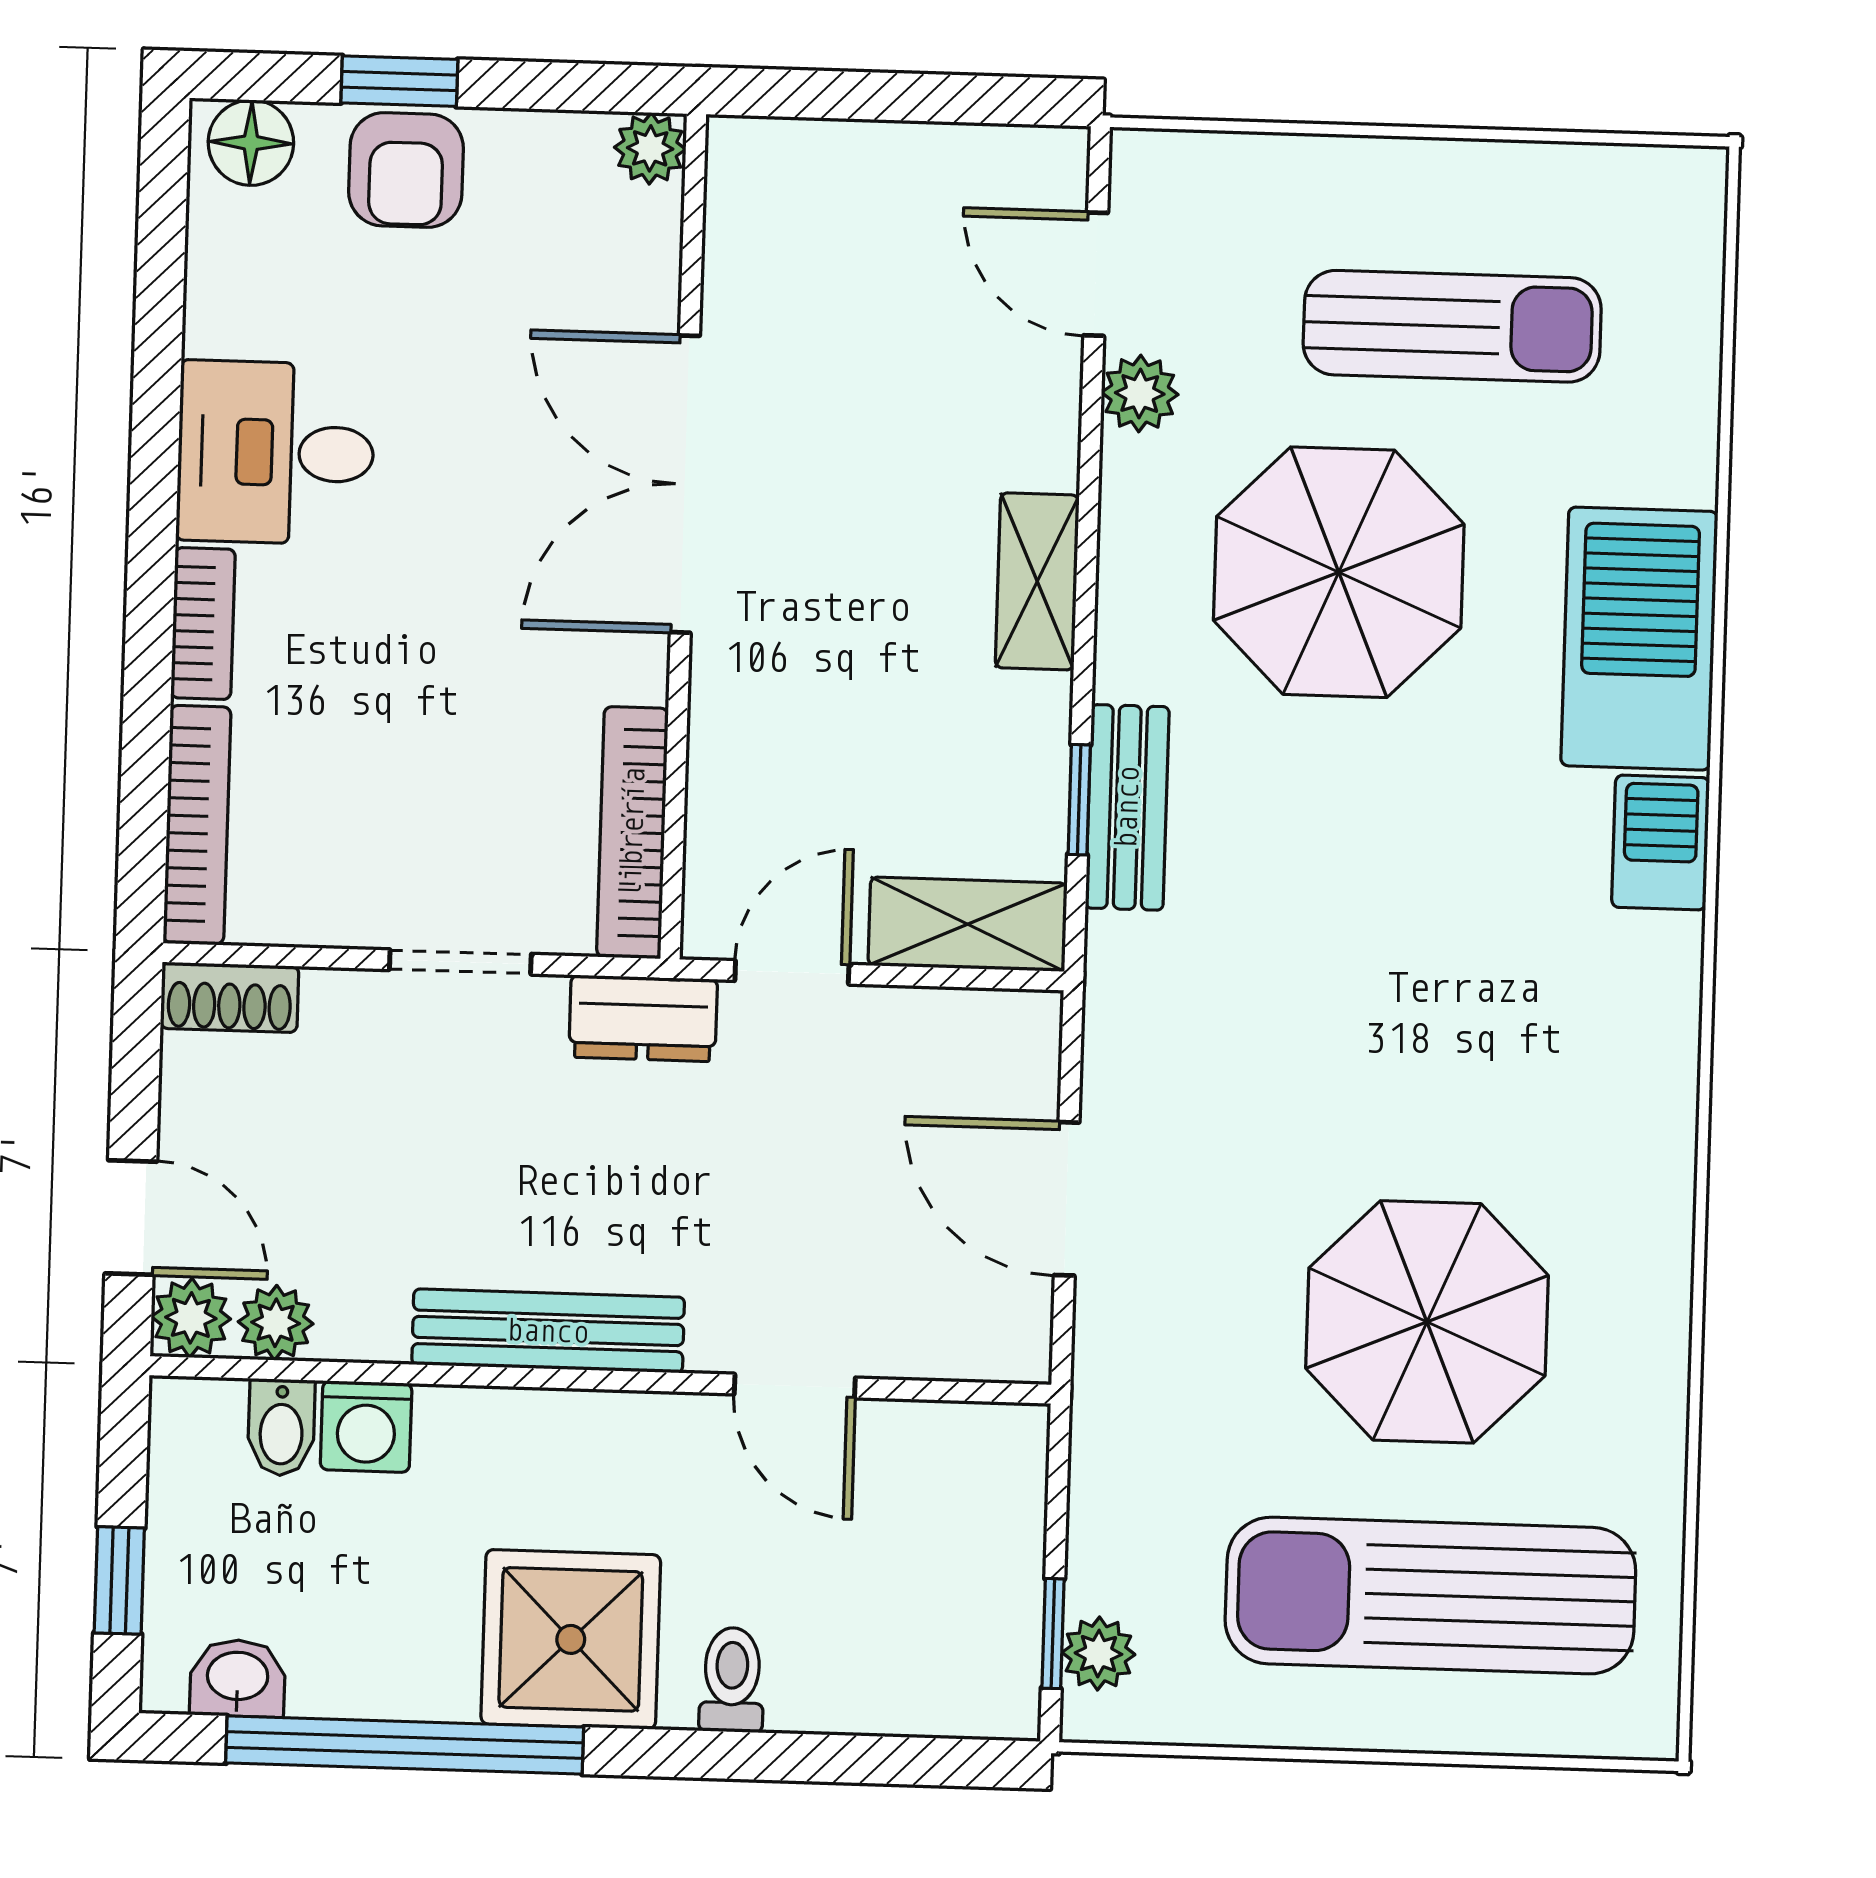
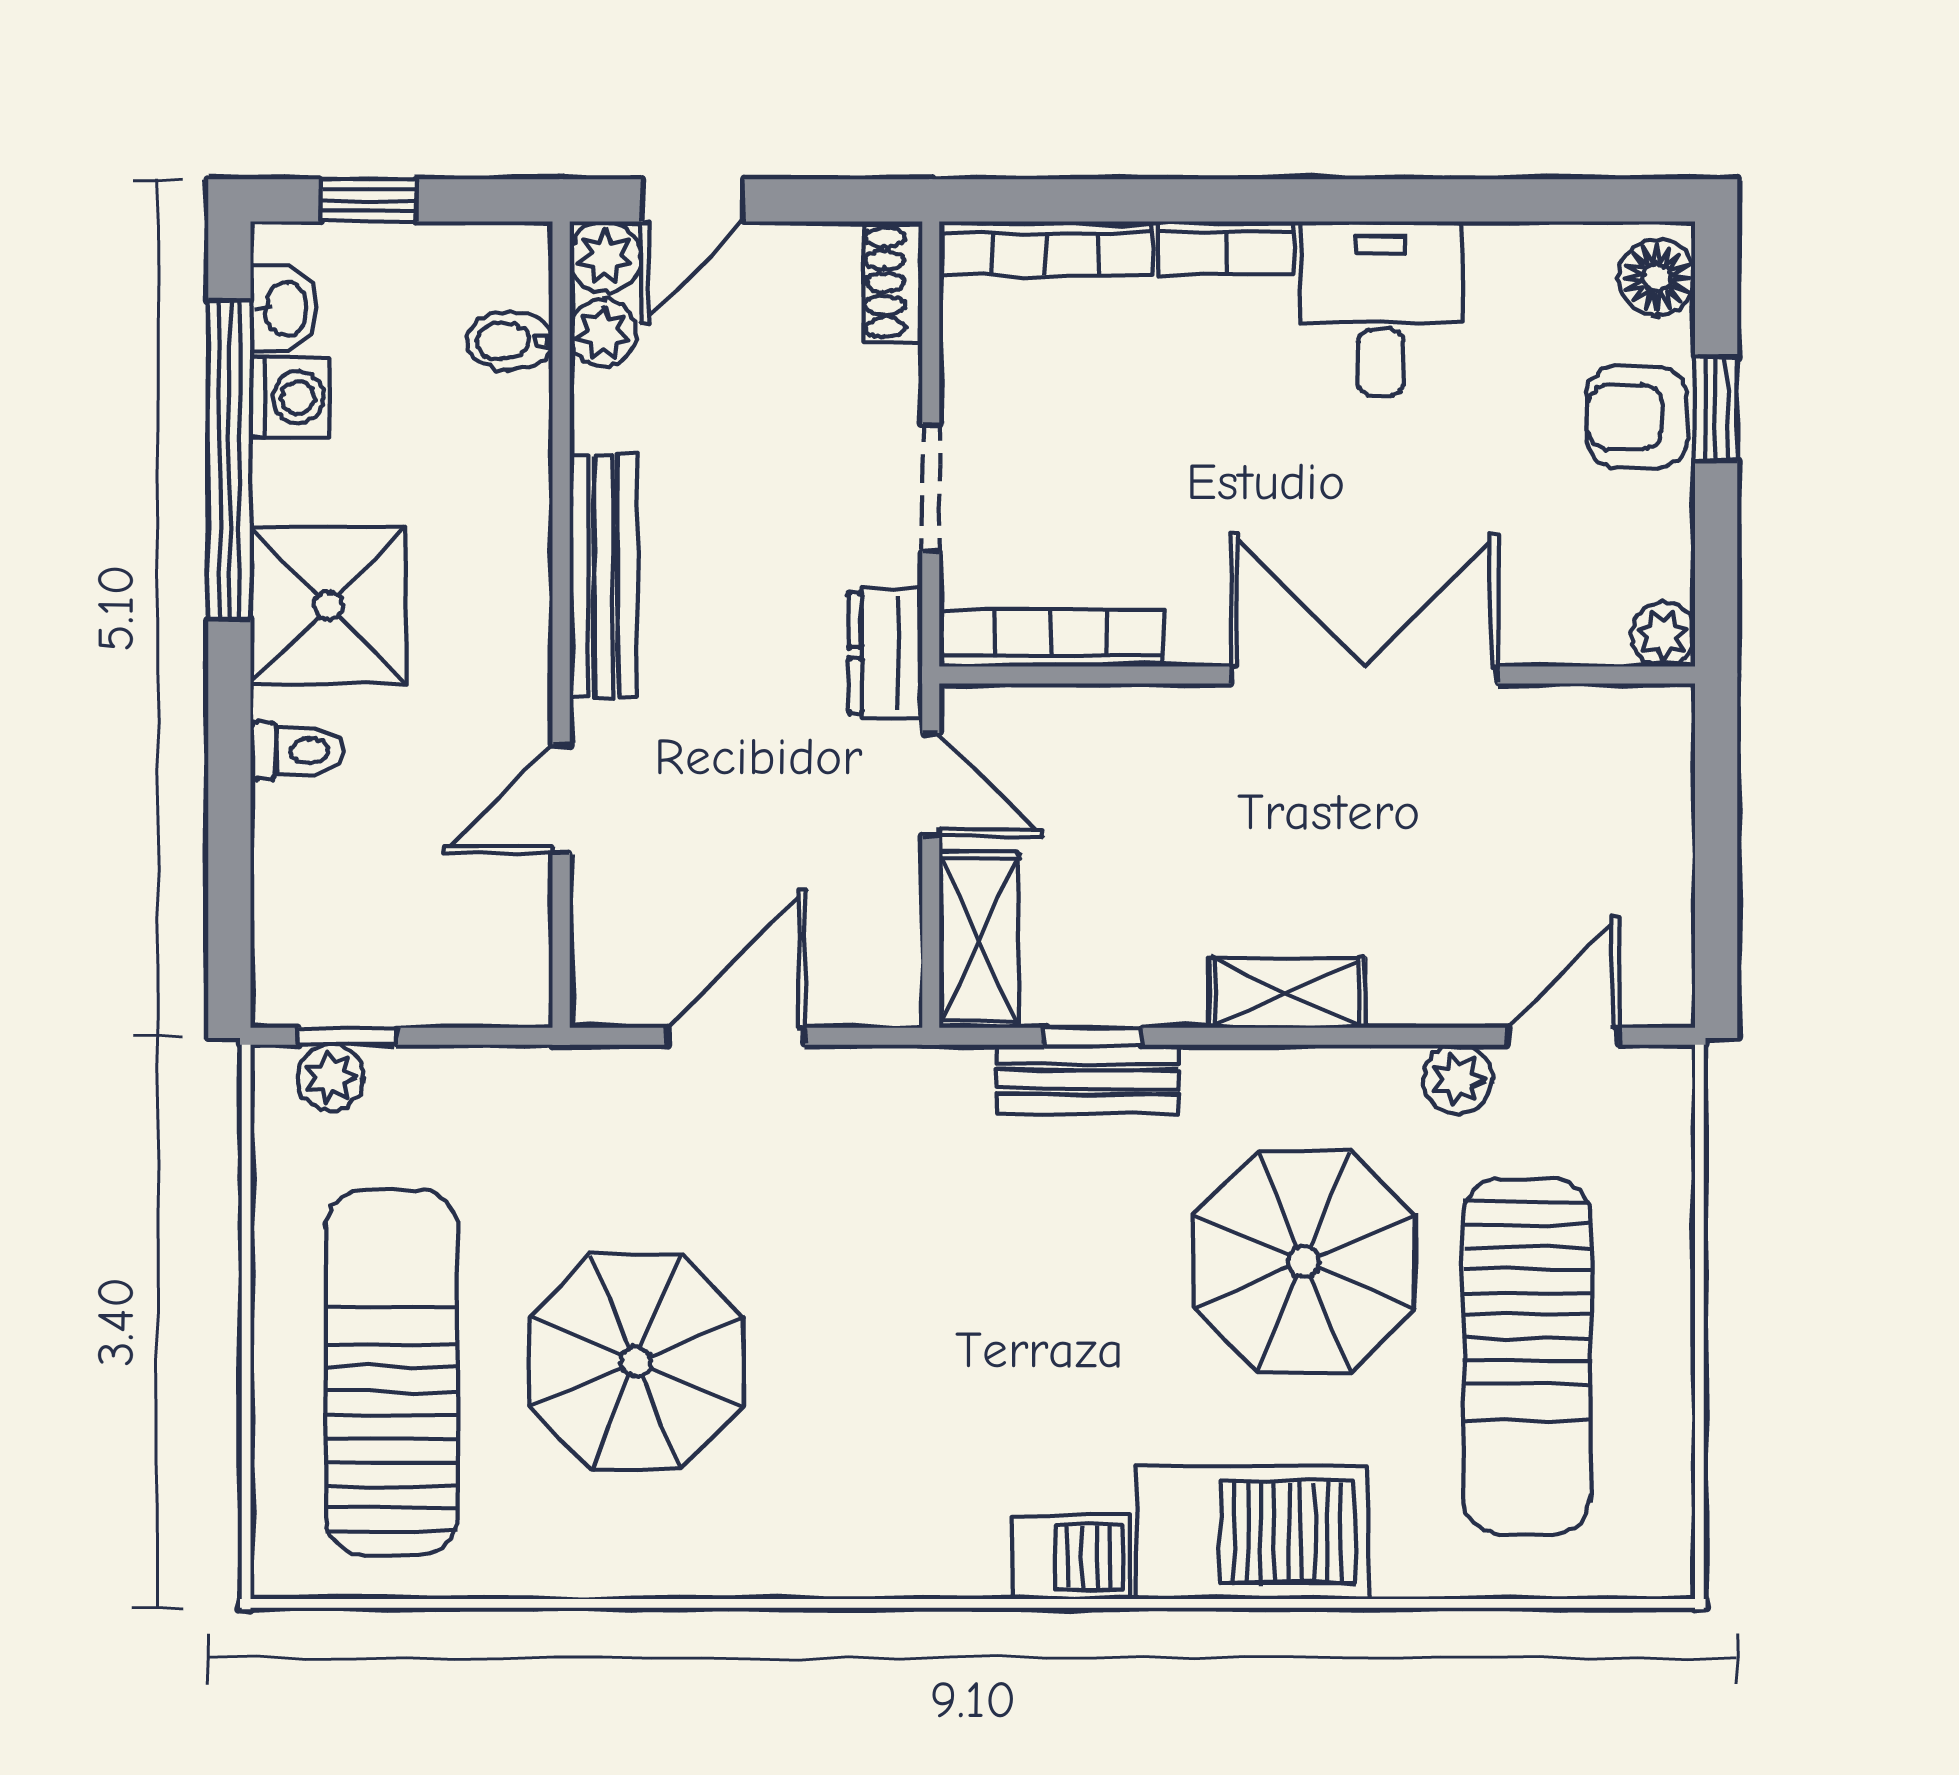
sun lounger: (1452, 326) -> (1527, 1356), width x1.36, depth x1.34
washing machine: (366, 1427) -> (290, 398), moved, turned 180

